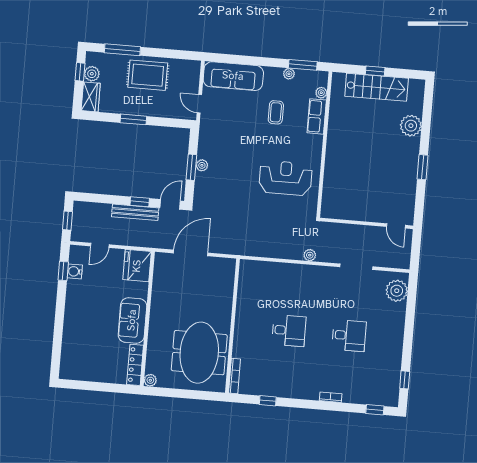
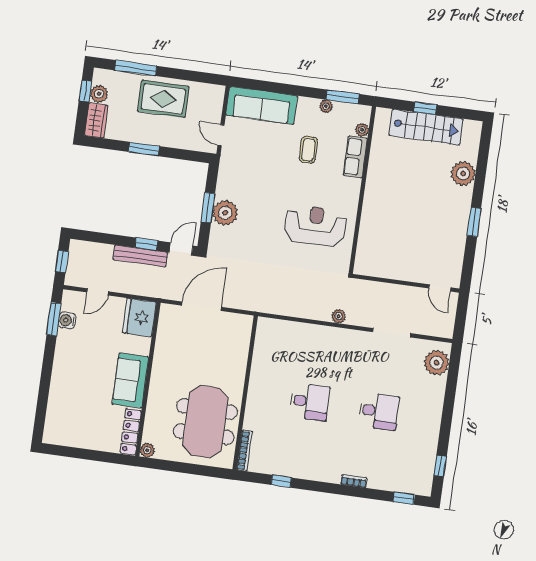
plant: (202, 165) -> (225, 213), width x1.88, depth x1.88
window: (63, 271) -> (54, 319), width x1.50

